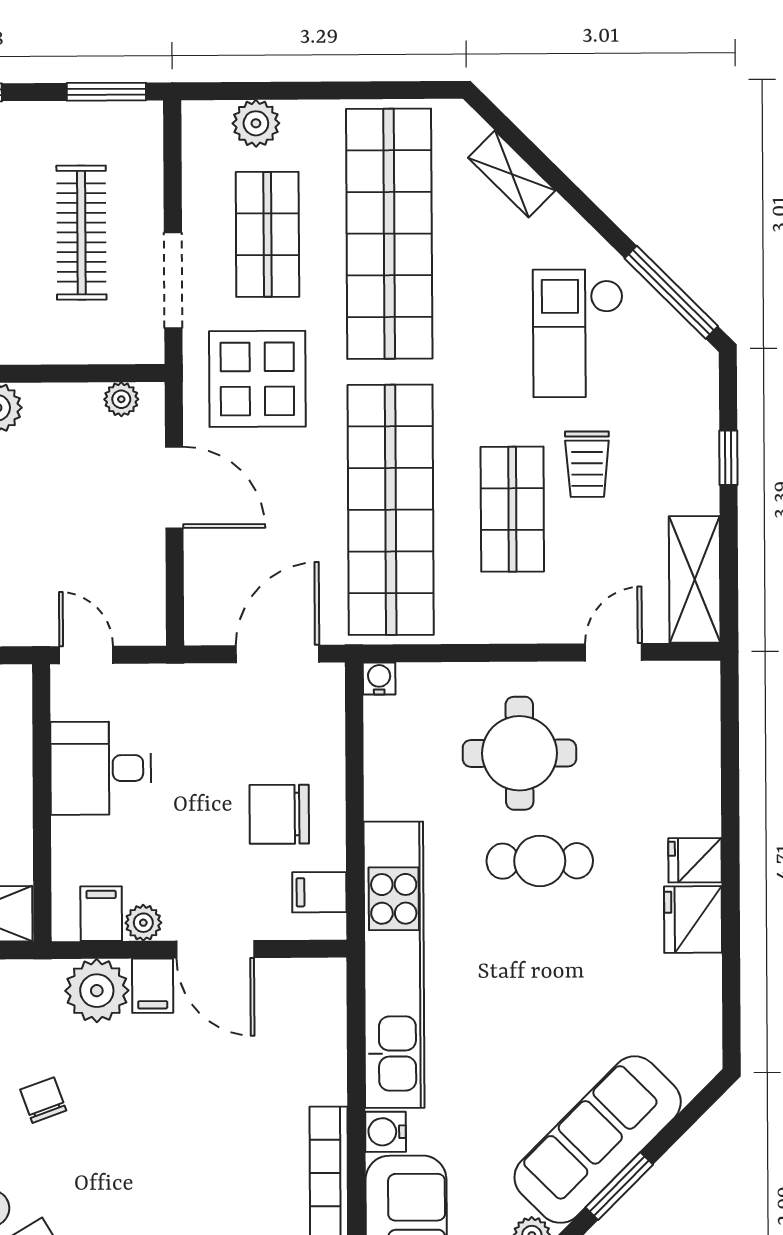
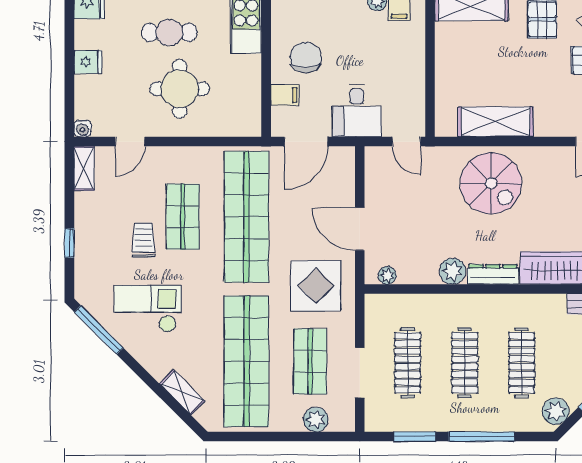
window: (106, 92) -> (415, 437), moved
doorway: (173, 280) -> (360, 373), moved
checkout: (578, 333) -> (148, 309), turned -90
shelving: (695, 579) -> (84, 168), width x0.67, depth x0.75
water cooler: (379, 678) -> (83, 128), moved
desk: (101, 768) -> (357, 111), moved, turned 90
chair: (279, 814) -> (306, 58), turned -90
fridge: (695, 860) -> (88, 62), moved
filing cabinet: (319, 892) -> (285, 95), moved

